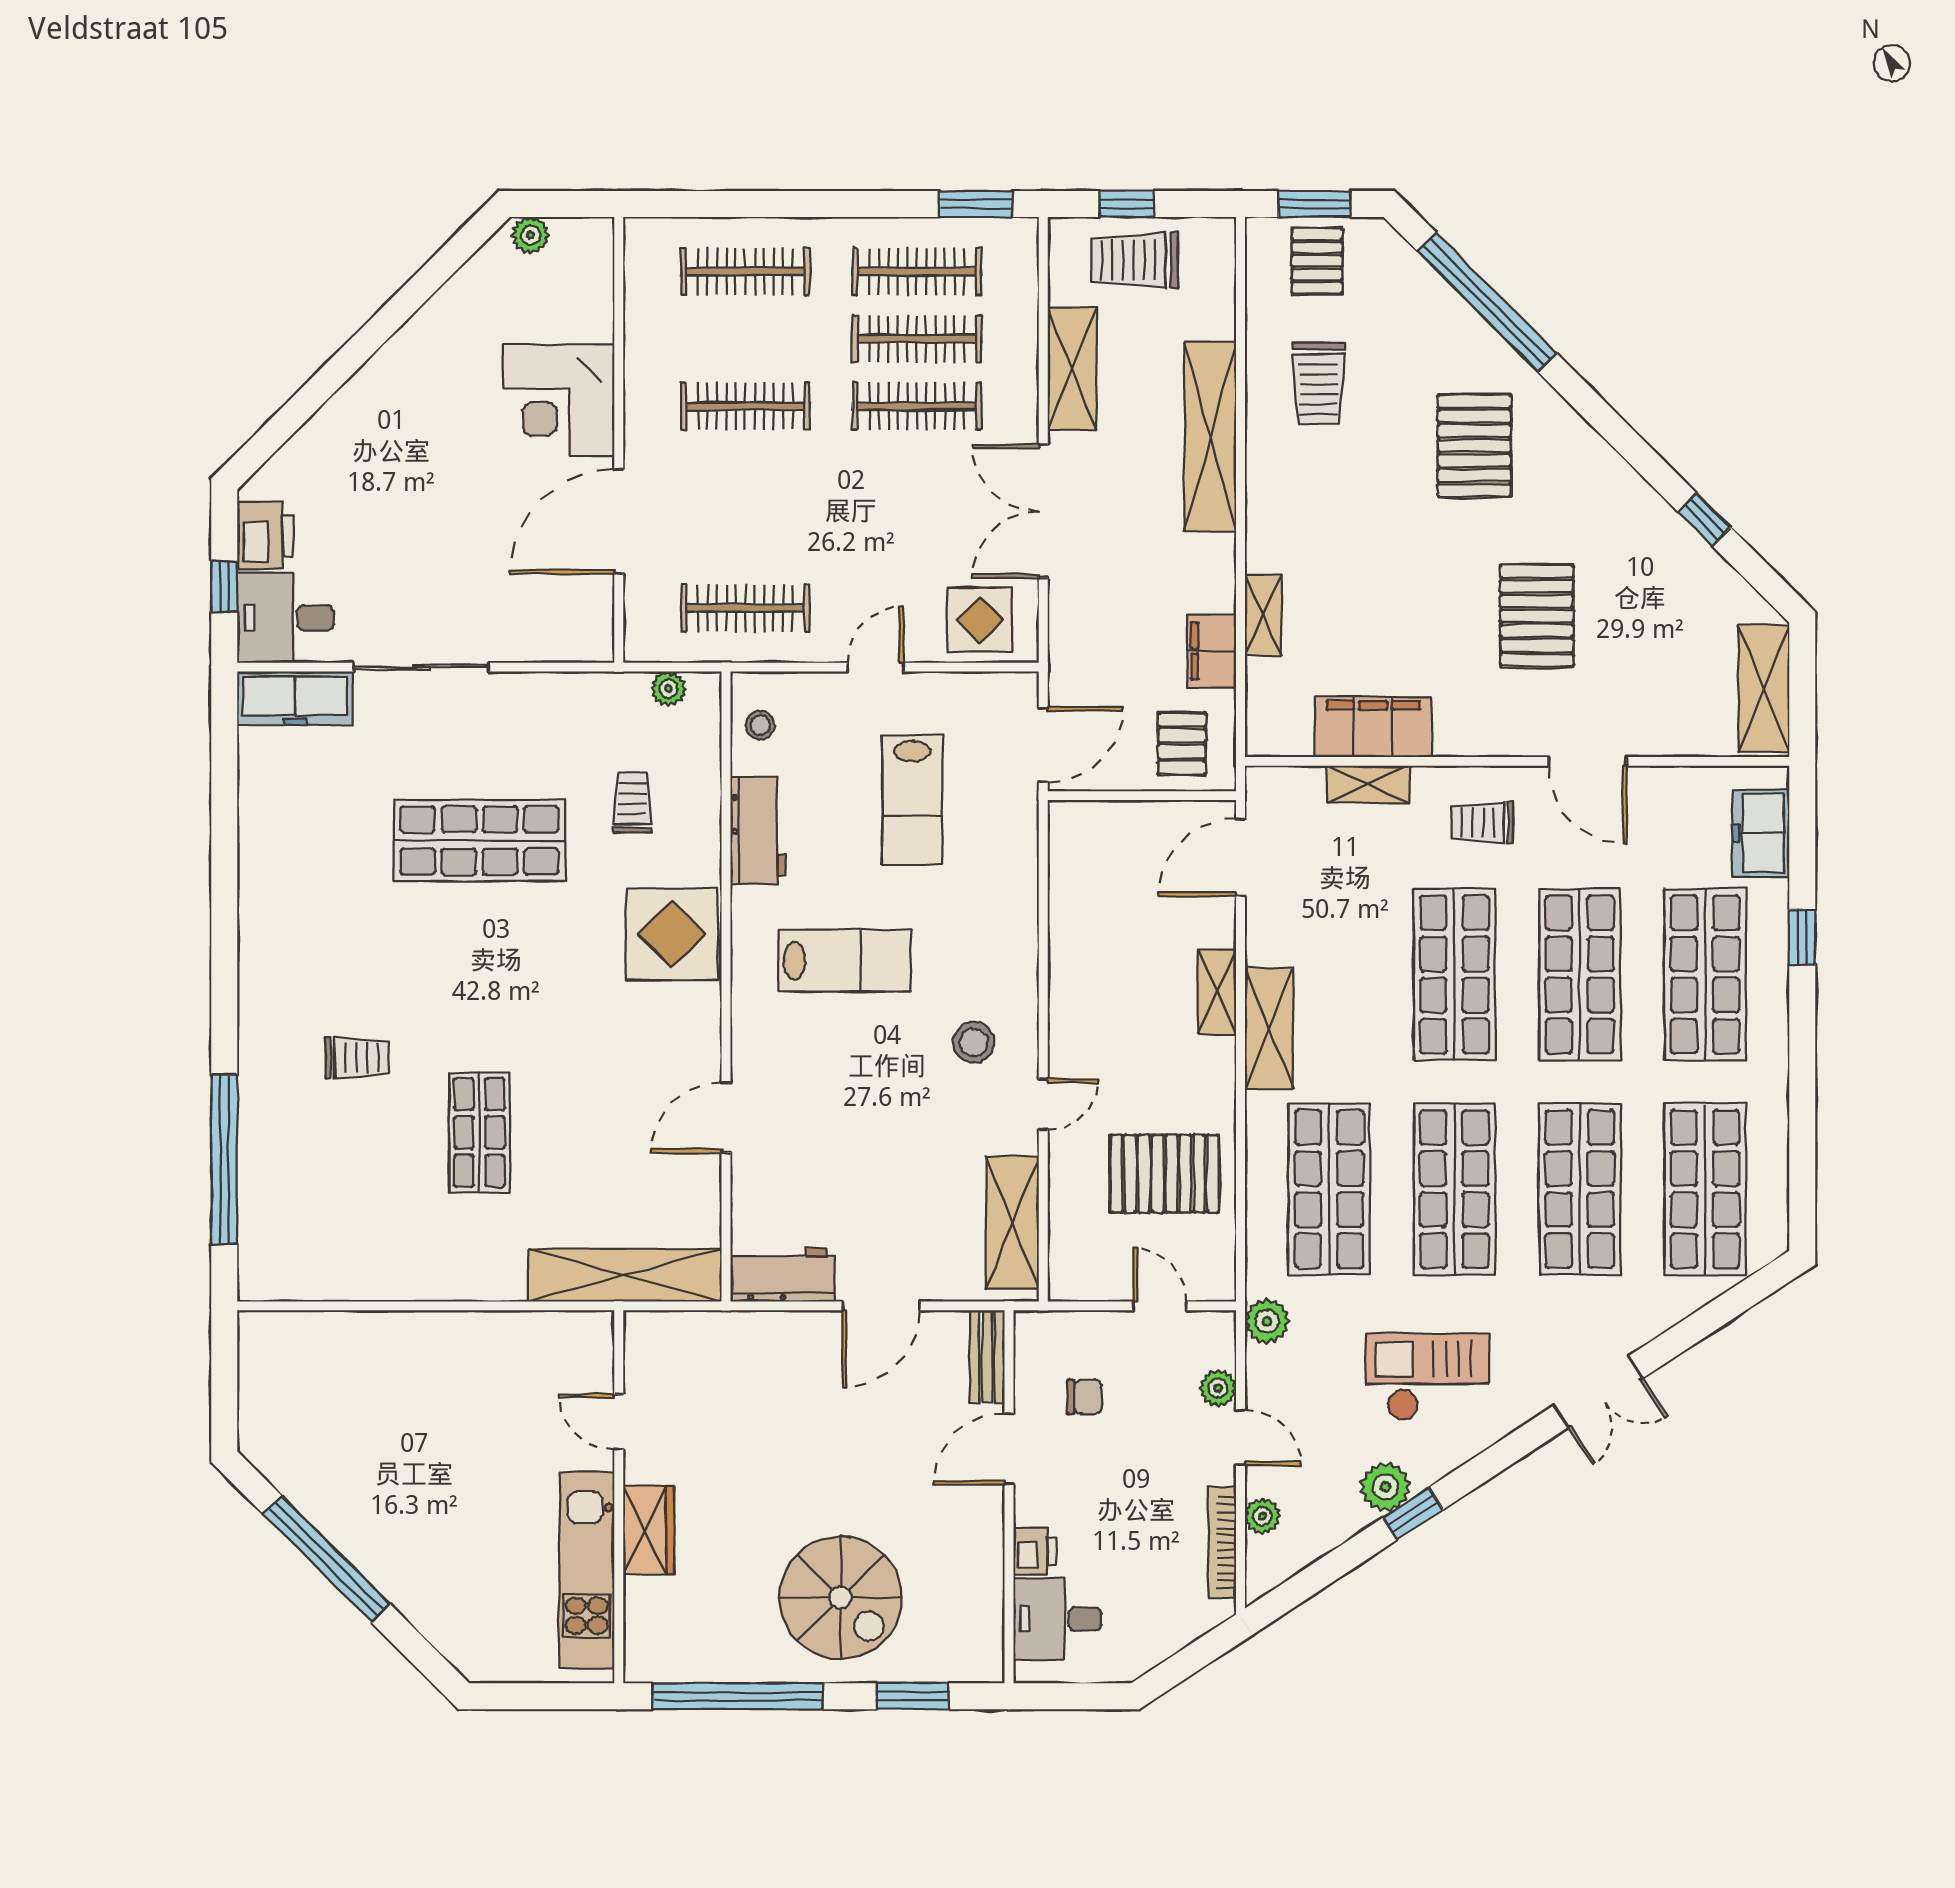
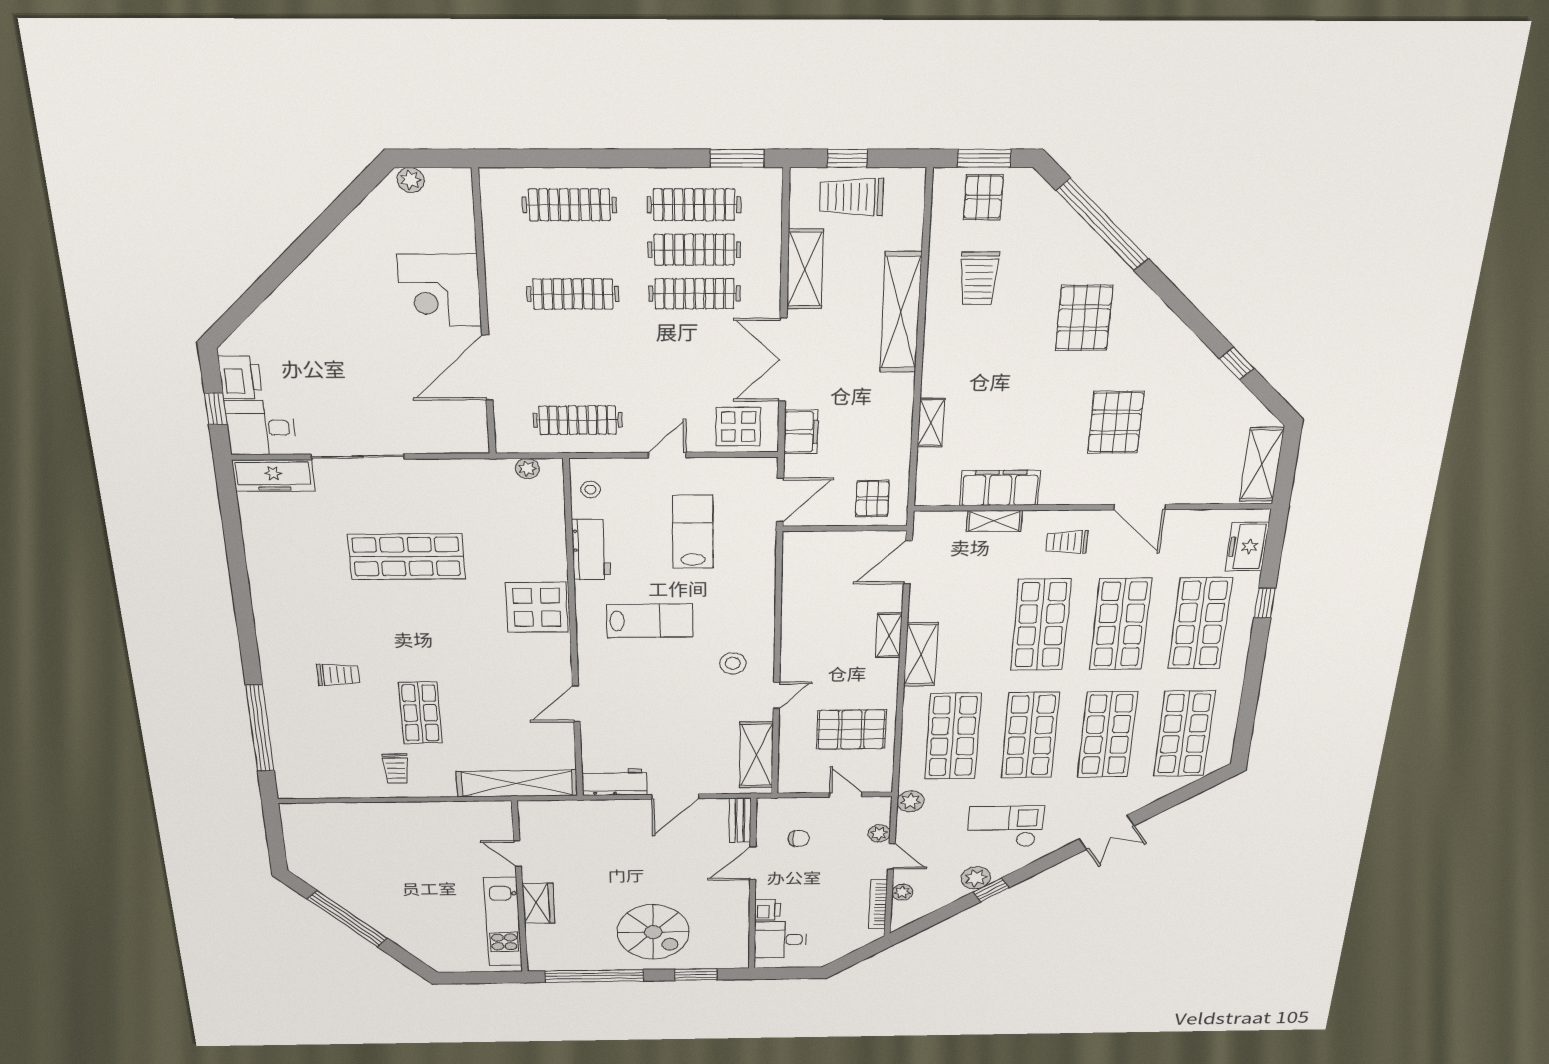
filing cabinet: (1212, 651) -> (801, 432), moved, turned 180
lab bench: (912, 800) -> (693, 532), turned 180
trolley: (632, 803) -> (396, 769), moved, turned 180

